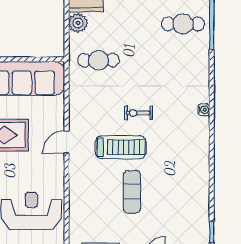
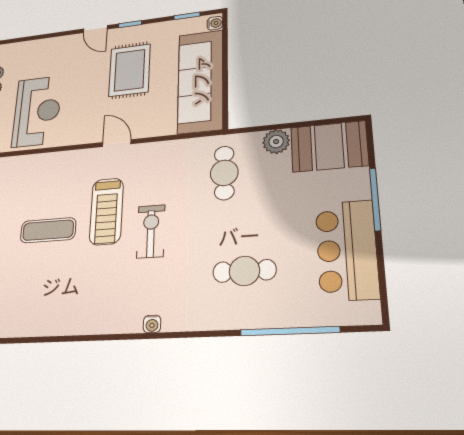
cafe table: (183, 24) -> (244, 271), moved, turned 90
exercise bike: (138, 113) -> (151, 231), width x1.38, depth x1.39

